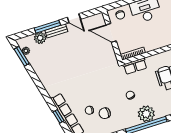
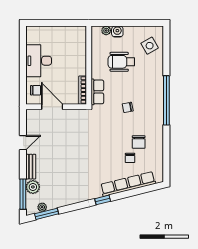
window: (47, 27) -> (23, 194), moved
door: (111, 33) -> (52, 107), swing flipped
plant: (146, 114) -> (154, 96), removed
window: (58, 116) -> (103, 200), moved

